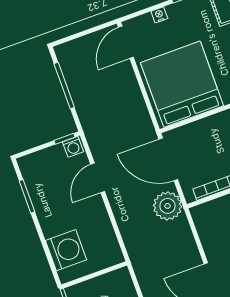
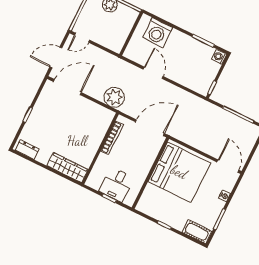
washing machine: (73, 147) -> (219, 57), moved
door: (98, 178) -> (153, 73), moved
plant: (168, 206) -> (114, 97), moved

